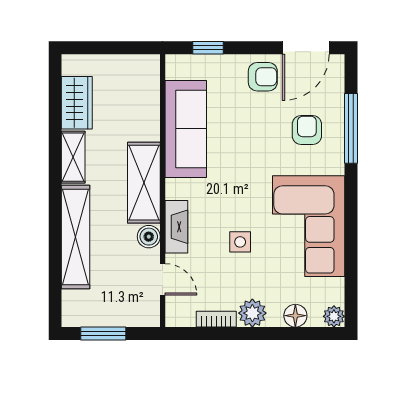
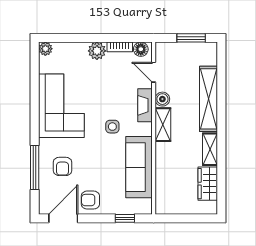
shelving: (144, 183) -> (163, 125), width x0.67, depth x0.75
side table: (240, 242) -> (112, 127), moved
floor lamp: (295, 316) -> (141, 49), moved

